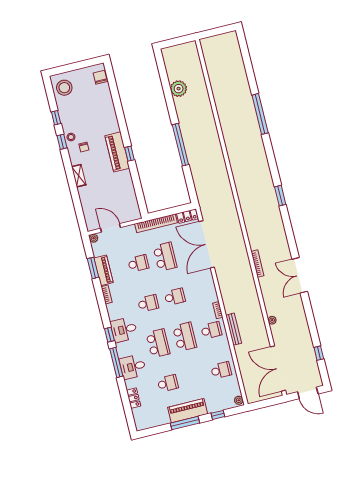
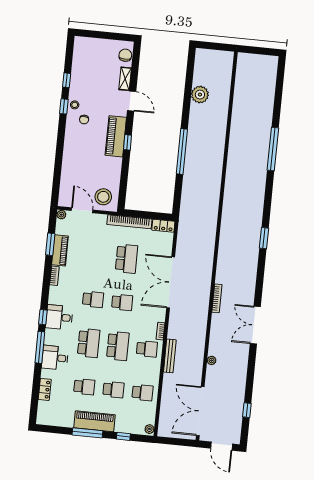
stool: (64, 88) -> (103, 197), moved
door: (120, 116) -> (132, 101), added
shelving: (79, 176) -> (125, 79), moved
double door: (207, 244) -> (171, 282), moved
school desk: (138, 263) -> (113, 390), moved

